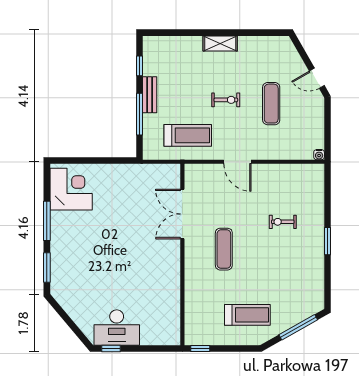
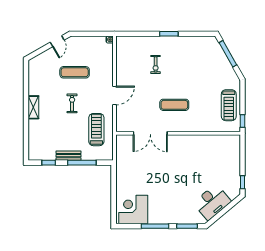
treadmill: (247, 315) -> (229, 105), moved, turned 180
desk: (117, 328) -> (212, 202), moved, turned 50

